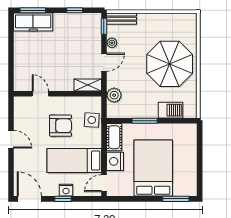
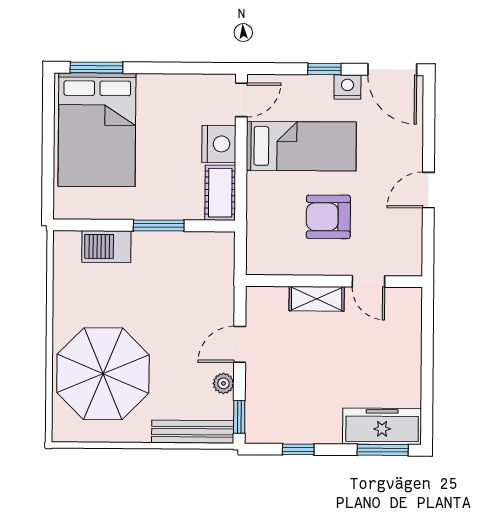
bench: (122, 19) -> (193, 432), width x1.36
parasol: (170, 64) -> (103, 374), moved
shelving: (88, 85) -> (317, 299), moved
plant: (114, 95) -> (220, 278), removed
side table: (92, 120) -> (265, 228), removed
door: (11, 139) -> (428, 190), hinge flipped
bed: (153, 168) -> (97, 130), moved
nightstand: (66, 190) -> (347, 87), moved

